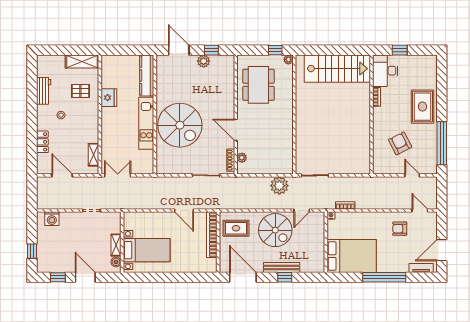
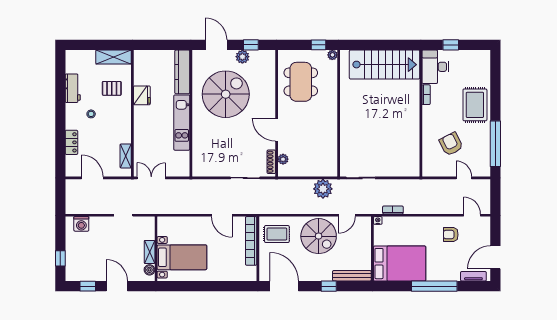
spiral stairs: (180, 125) -> (226, 94), moved, turned -90
bench: (282, 268) -> (352, 276), moved

